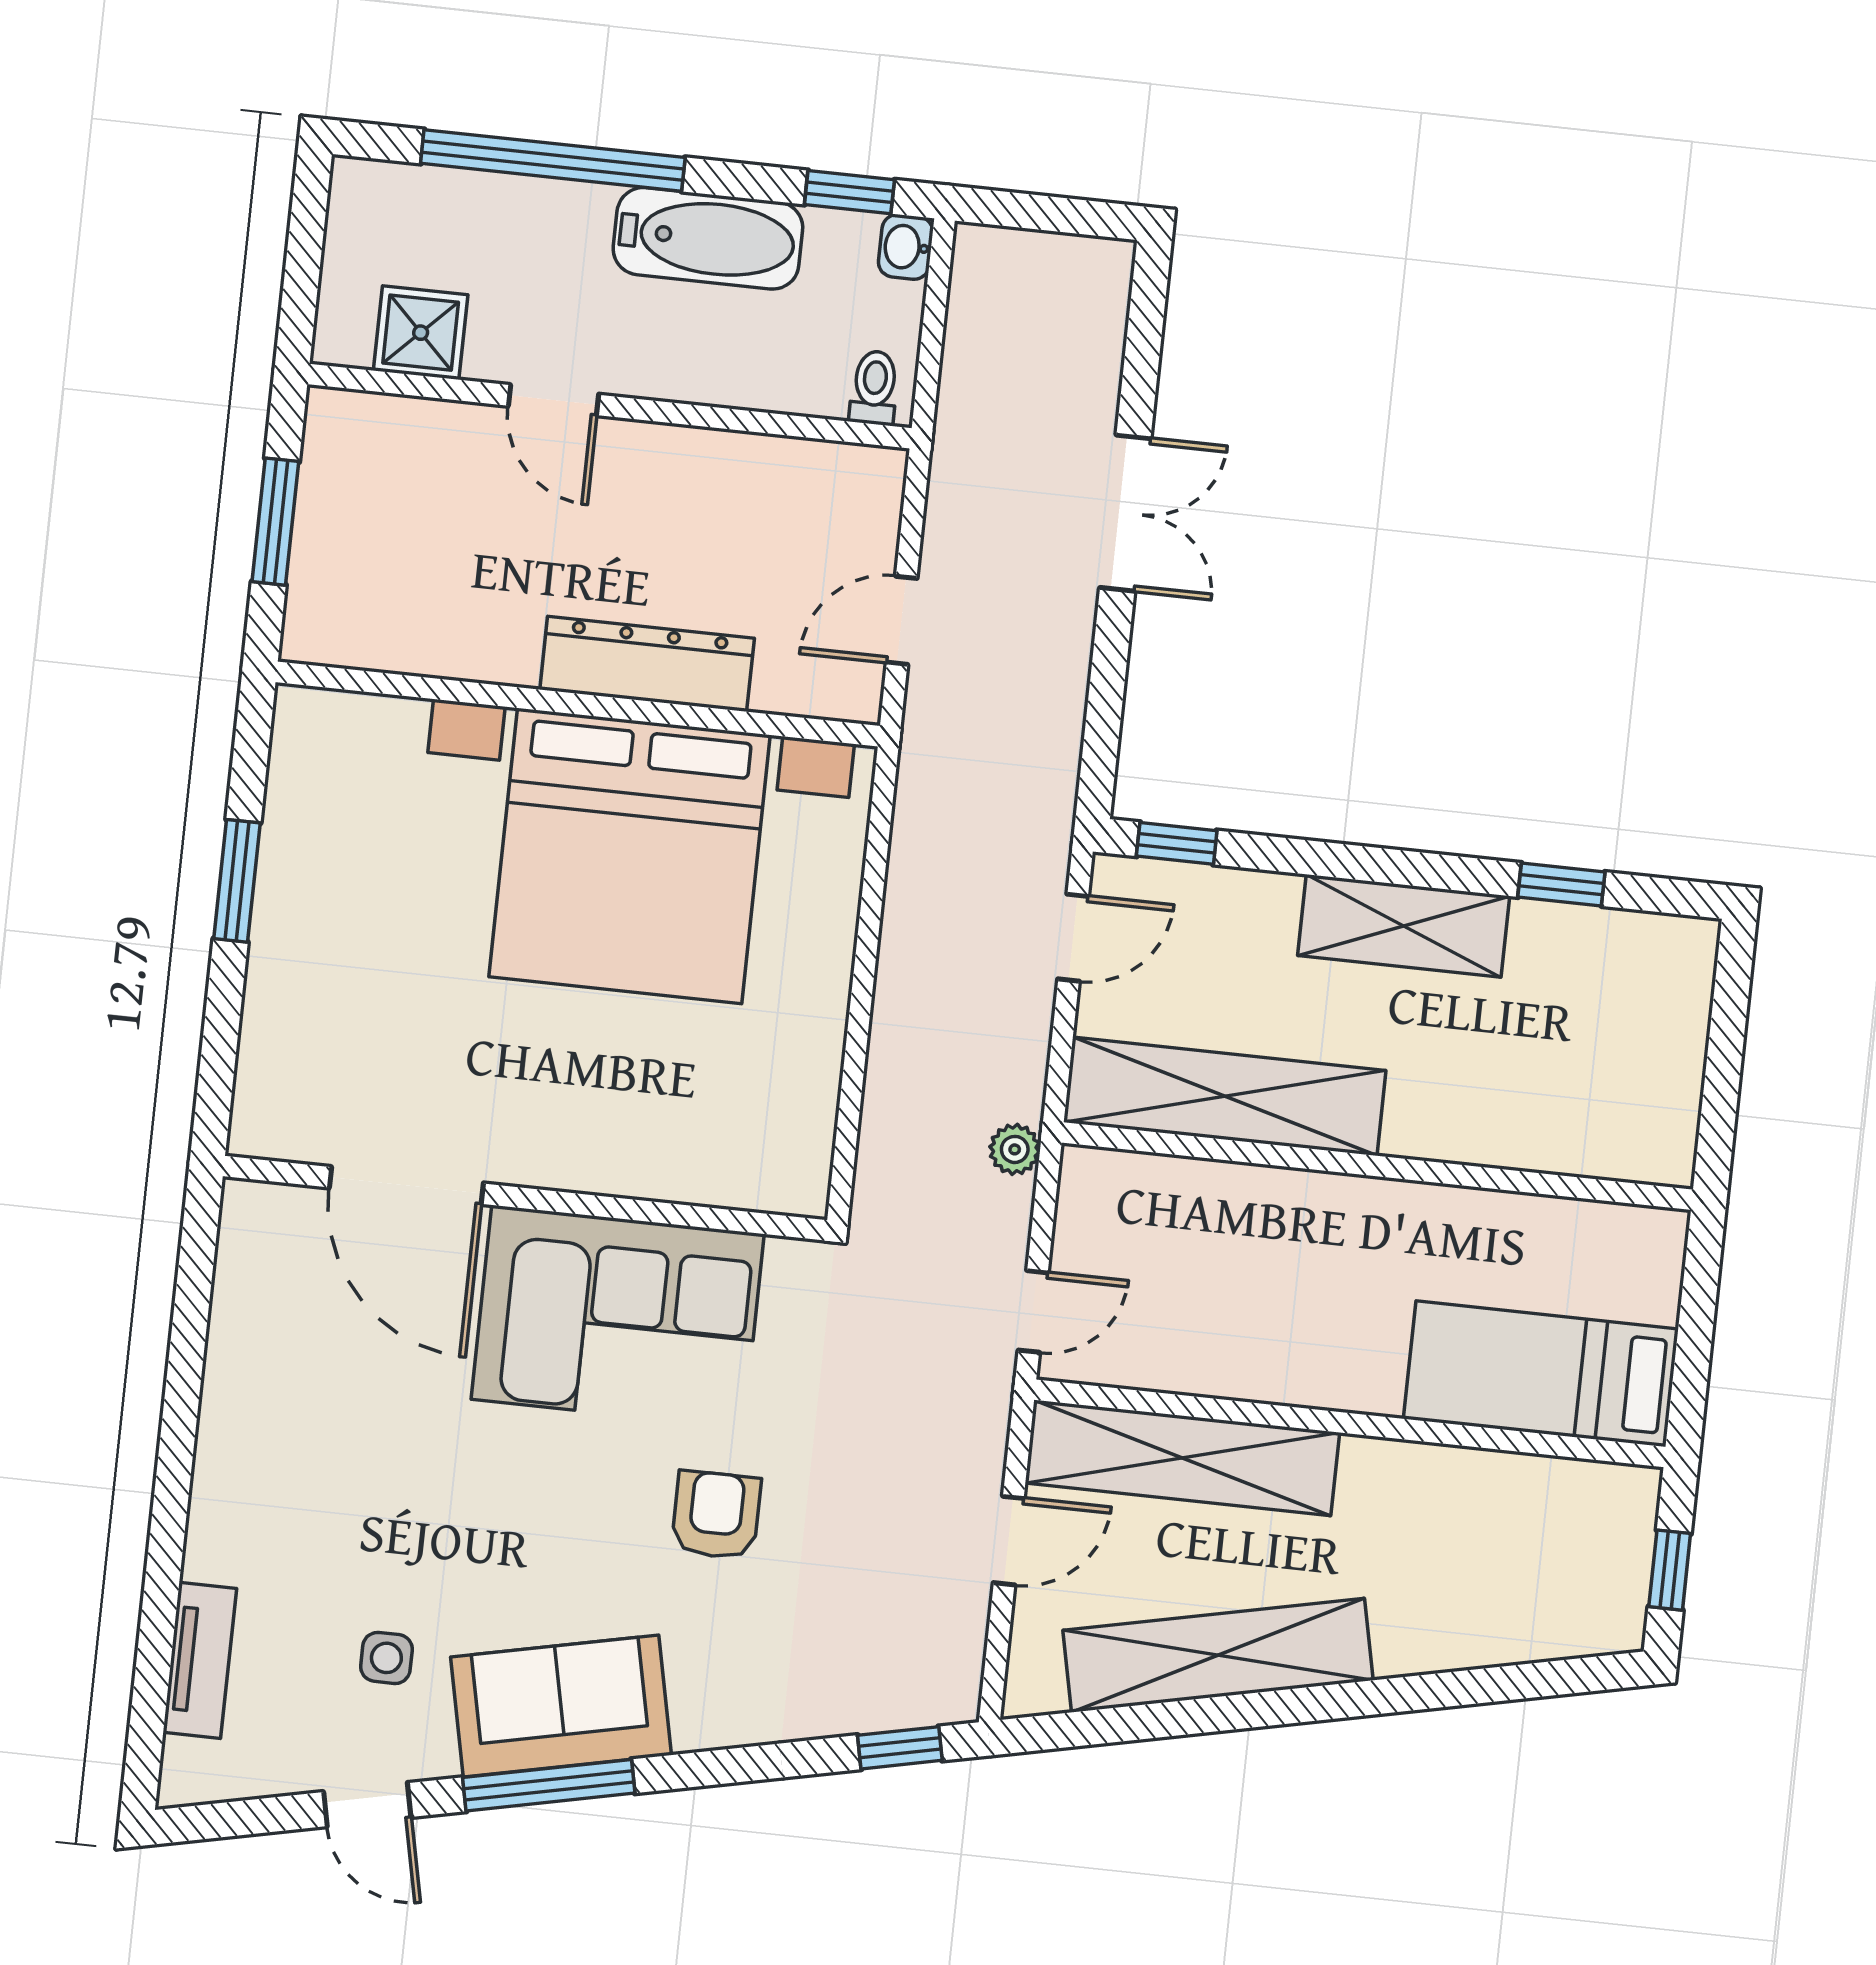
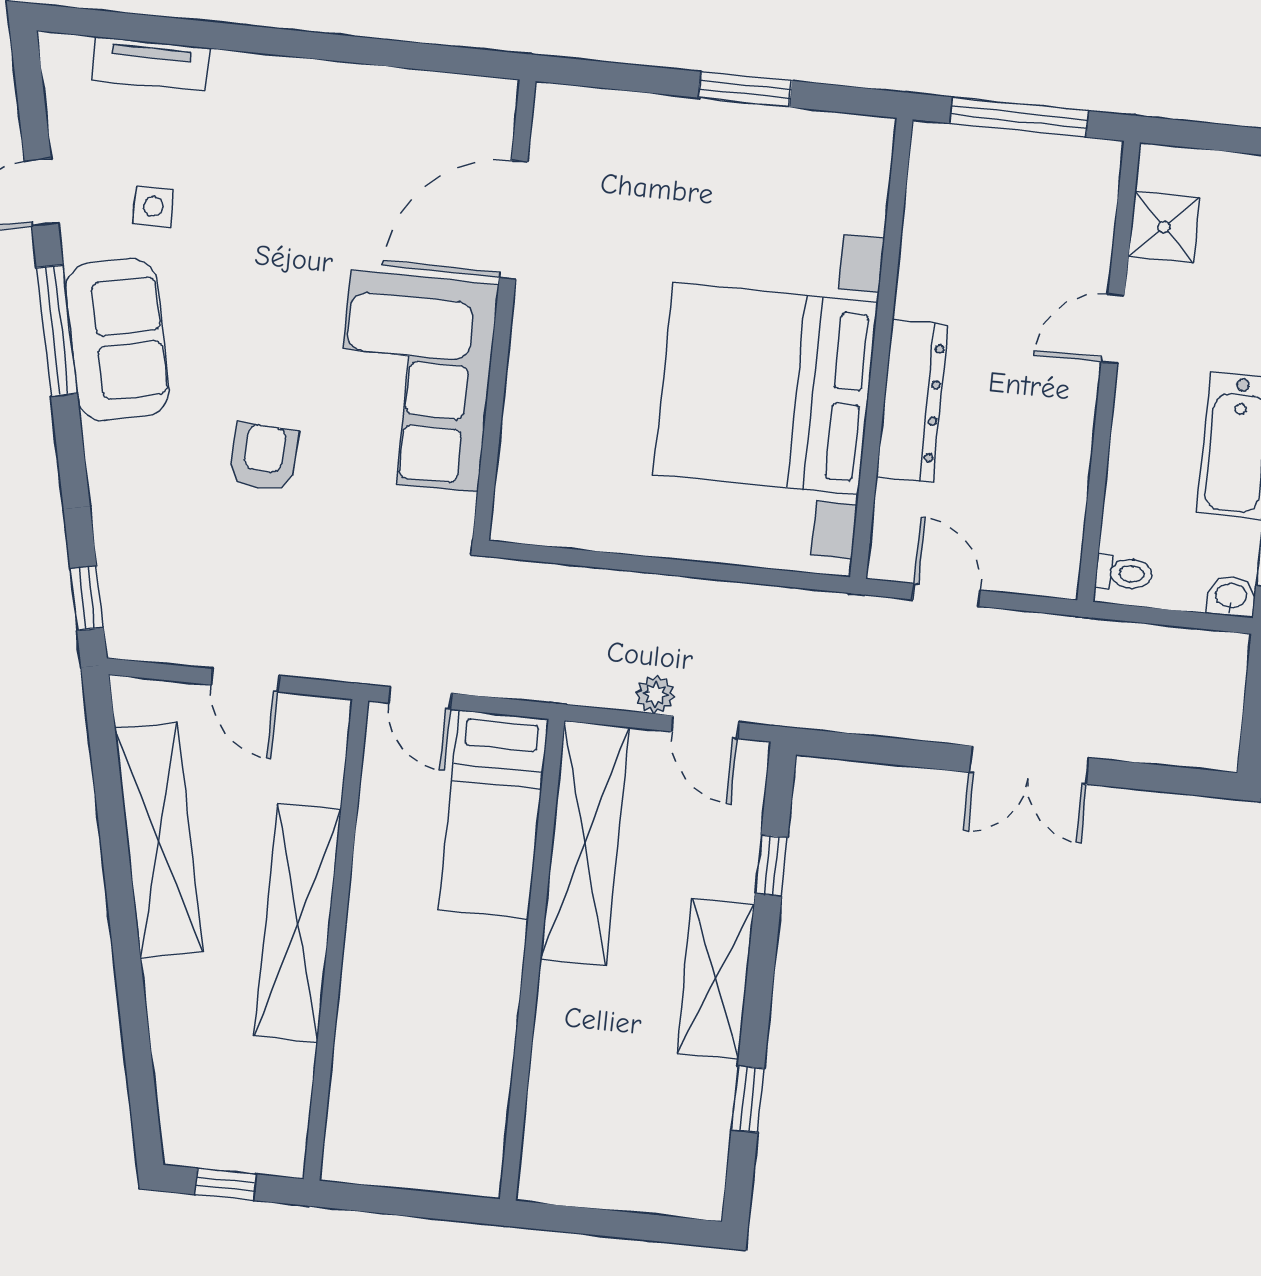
window: (275, 522) -> (1019, 117), width x1.44
window: (1177, 843) -> (771, 865), moved
plant: (1015, 1149) -> (655, 695), moved
bed: (1541, 1374) -> (494, 814), moved, turned 180
shelving: (1182, 1458) -> (298, 923), moved
armchair: (716, 1515) -> (264, 457), turned -87

